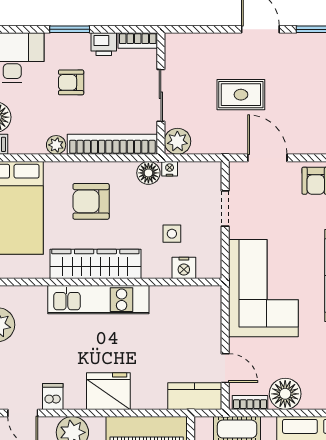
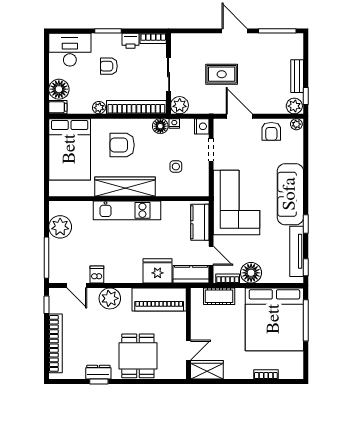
nightstand: (184, 268) -> (202, 126), moved, turned -90
kitchen counter: (208, 318) -> (200, 222), added
fridge: (108, 391) -> (158, 271), moved

